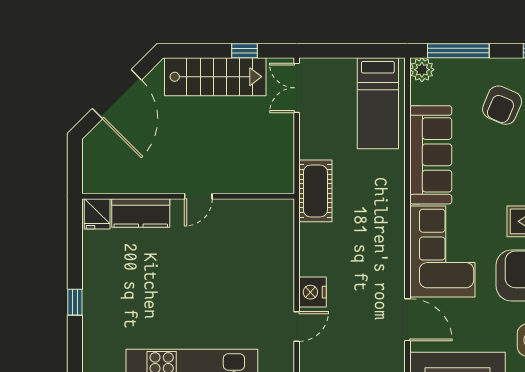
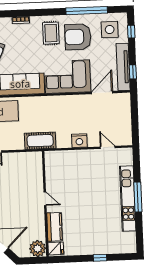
plant: (98, 177) -> (38, 249), added
nightstand: (313, 292) -> (79, 141), moved

